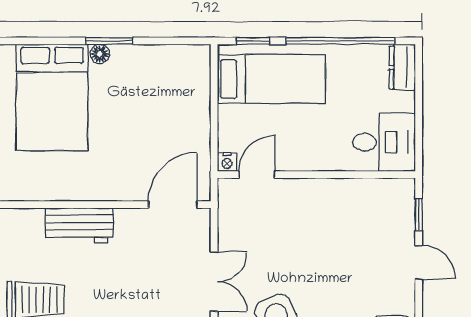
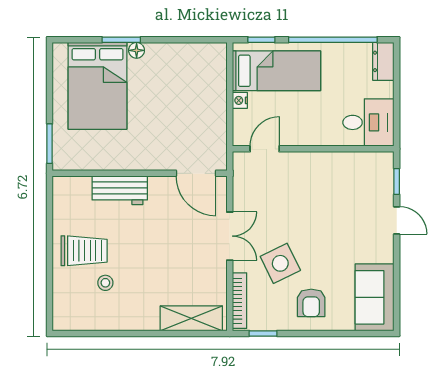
window: (109, 41) -> (121, 40), moved
nightstand: (227, 162) -> (240, 100), moved, turned 90
door: (173, 205) -> (196, 173), swing flipped

